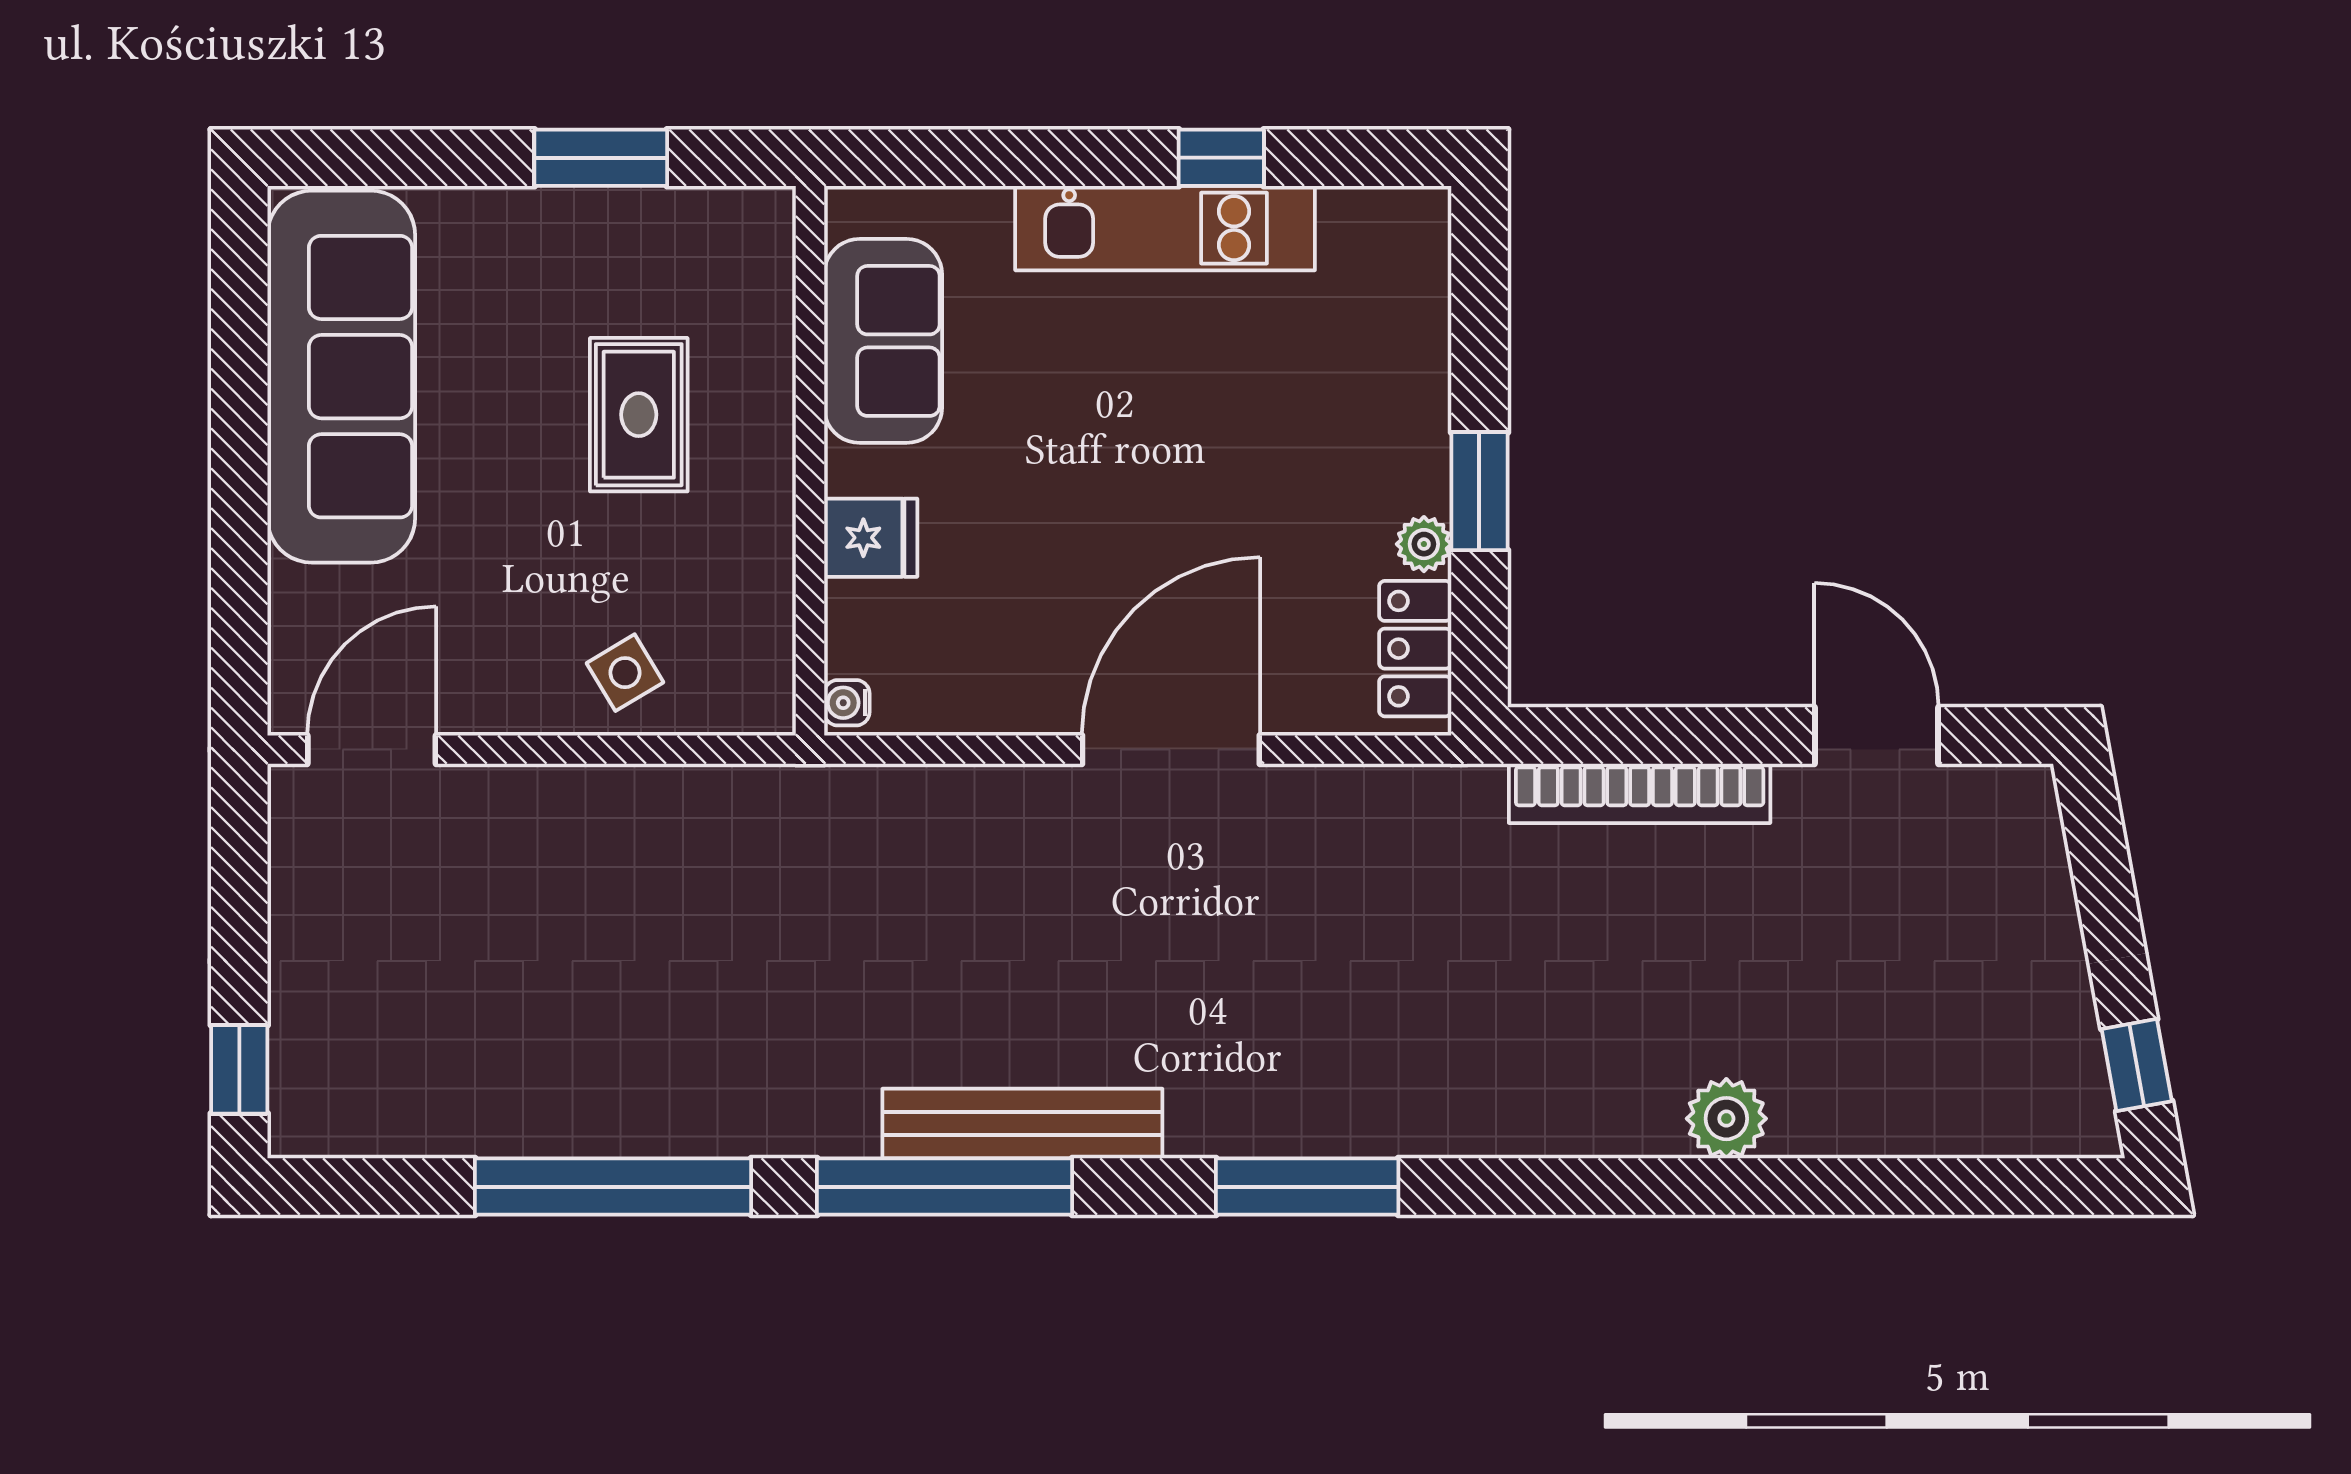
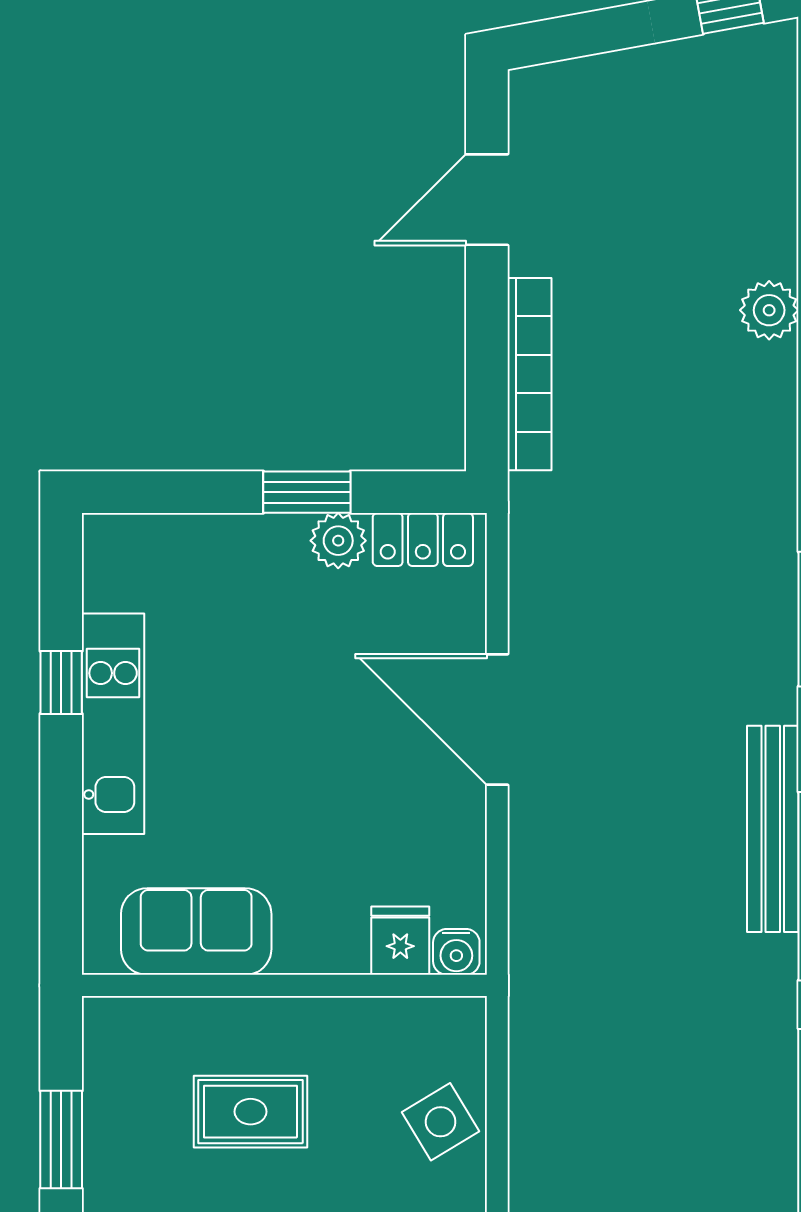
fridge: (871, 538) -> (400, 941), moved
plant: (1424, 544) -> (338, 541), width x1.38, depth x1.38
side table: (625, 673) -> (441, 1122), width x1.37, depth x1.37
water cooler: (847, 703) -> (456, 952), width x1.38, depth x1.38

